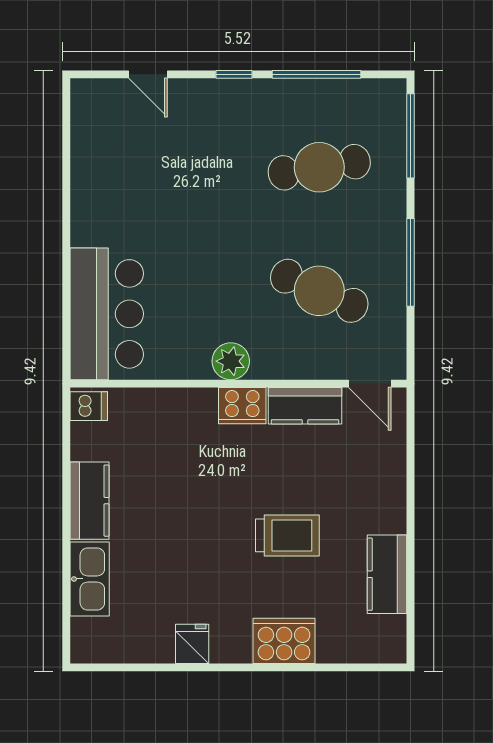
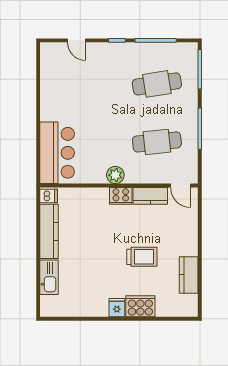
cafe table: (319, 291) -> (157, 142), turned -30
kitchen counter: (89, 501) -> (49, 231), width x1.50
fridge: (192, 644) -> (117, 308), moved

